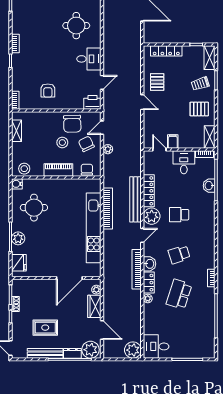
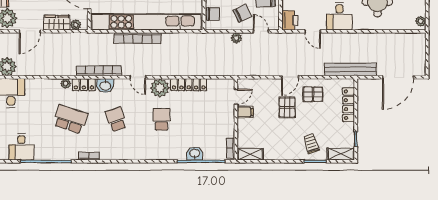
pallet: (199, 109) -> (287, 107), moved
desk: (184, 162) -> (21, 147), moved, turned 90
bench: (135, 199) -> (350, 70), moved
bookcase: (108, 209) -> (138, 38), moved
kitchen unit: (94, 228) -> (146, 22), width x1.36

